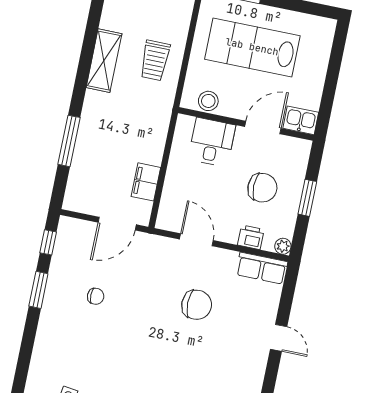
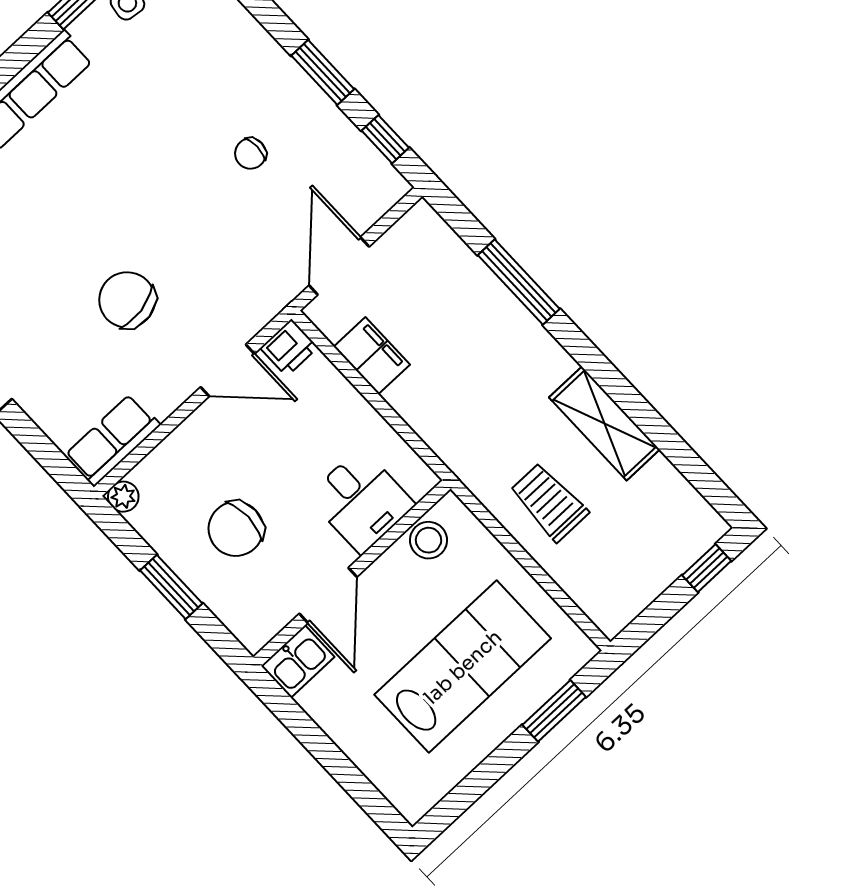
printer: (251, 237) -> (289, 348), moved
chair: (197, 305) -> (127, 300), turned 80

